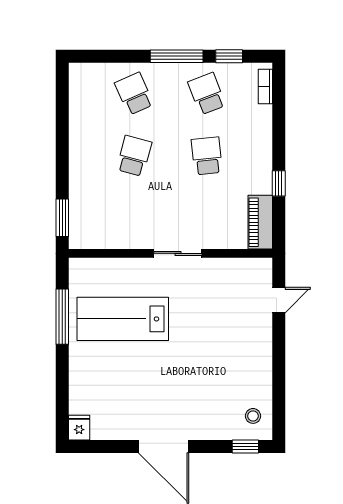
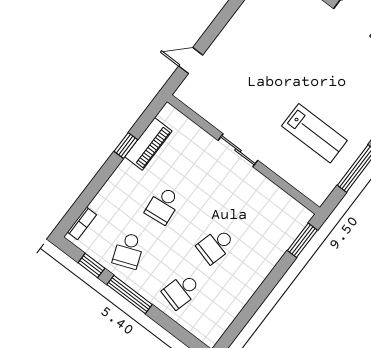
school desk: (134, 94) -> (181, 291), turned 39
piano: (260, 222) -> (148, 144), moved
lab bench: (123, 319) -> (314, 133), width x0.73, depth x0.72

